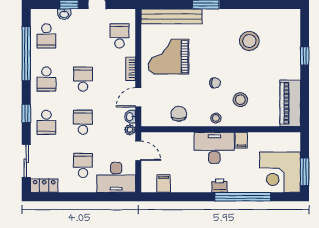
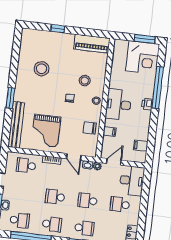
filing cabinet: (241, 140) -> (109, 131), moved

